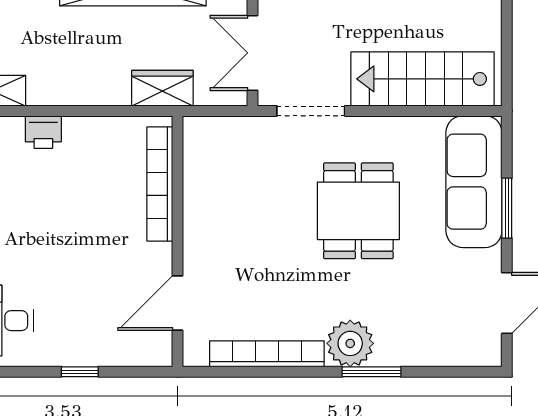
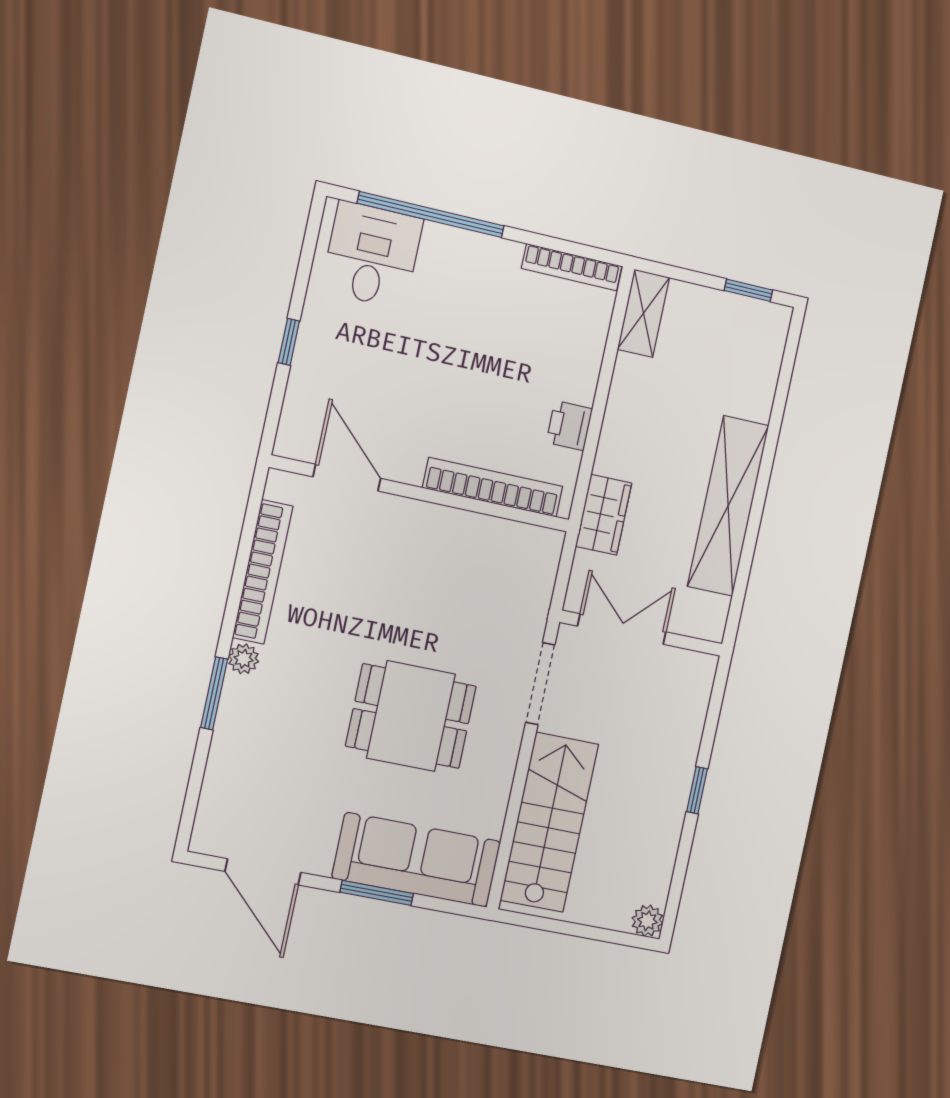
printer: (43, 132) -> (569, 426), moved
plant: (350, 343) -> (244, 659), width x0.53, depth x0.53

